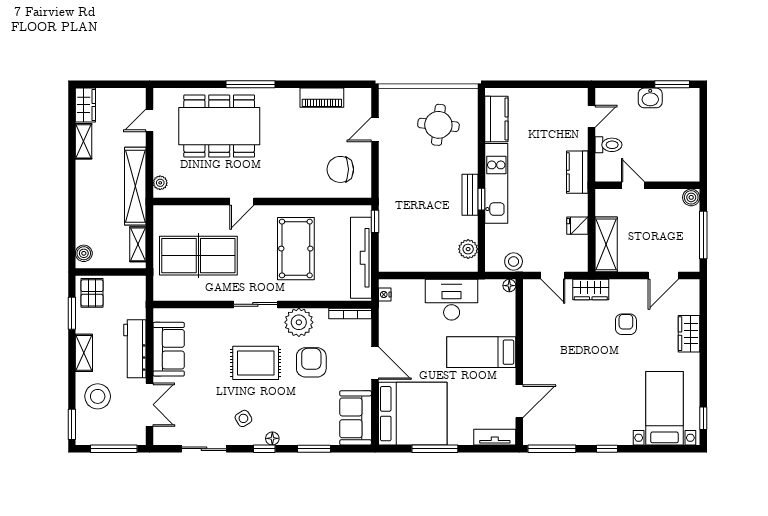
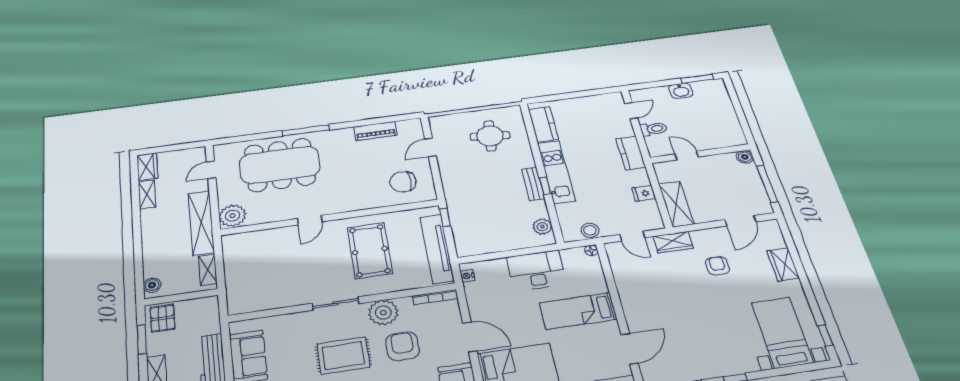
plant: (160, 183) -> (232, 216), width x1.88, depth x1.88
table tennis table: (198, 256) -> (271, 270), removed

